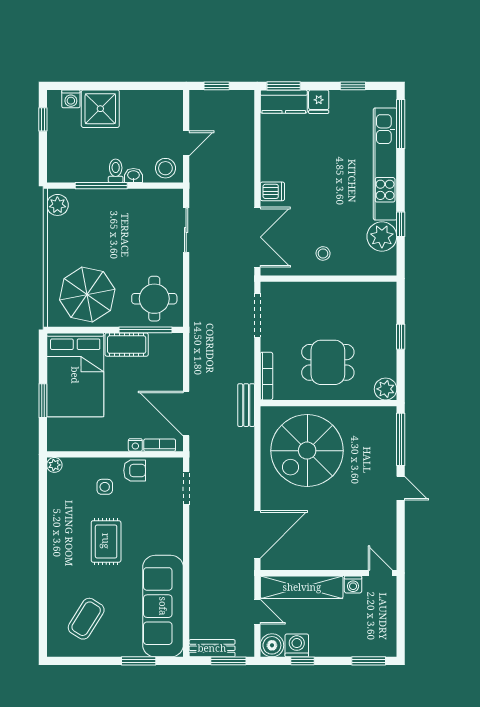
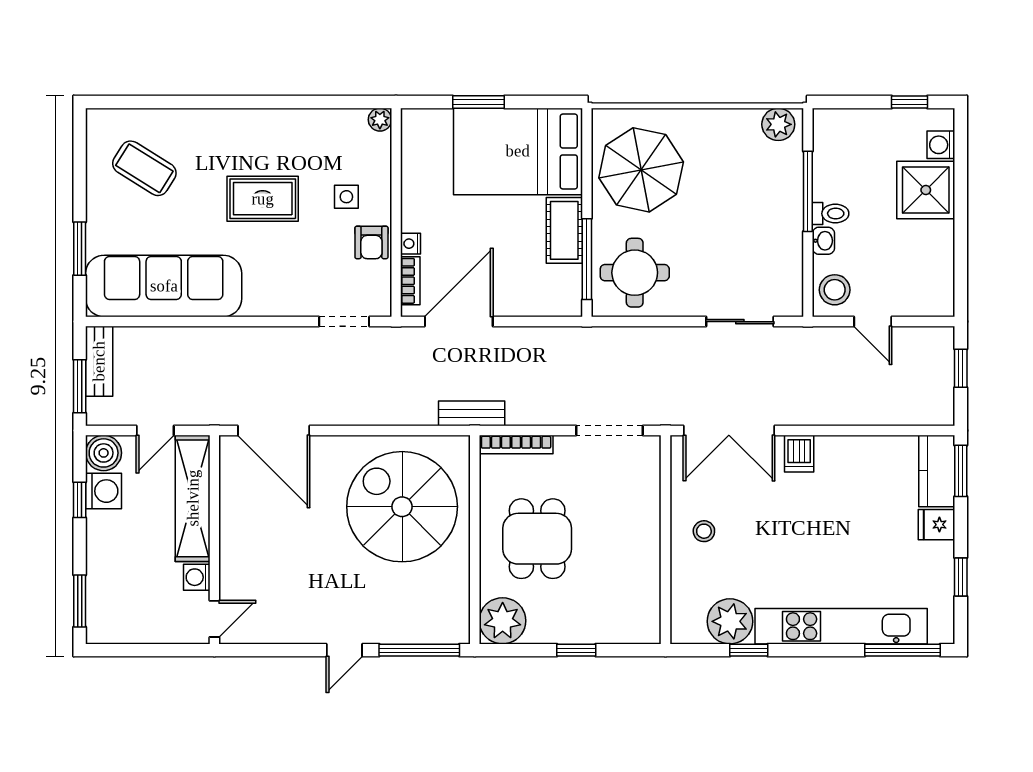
plant: (386, 389) -> (503, 621), width x1.36, depth x1.36

